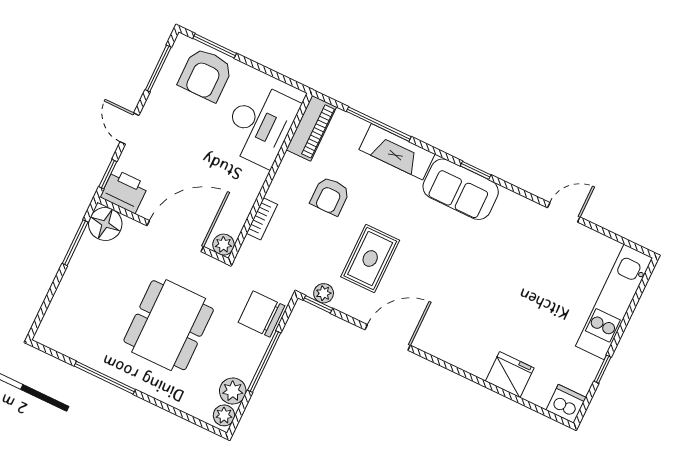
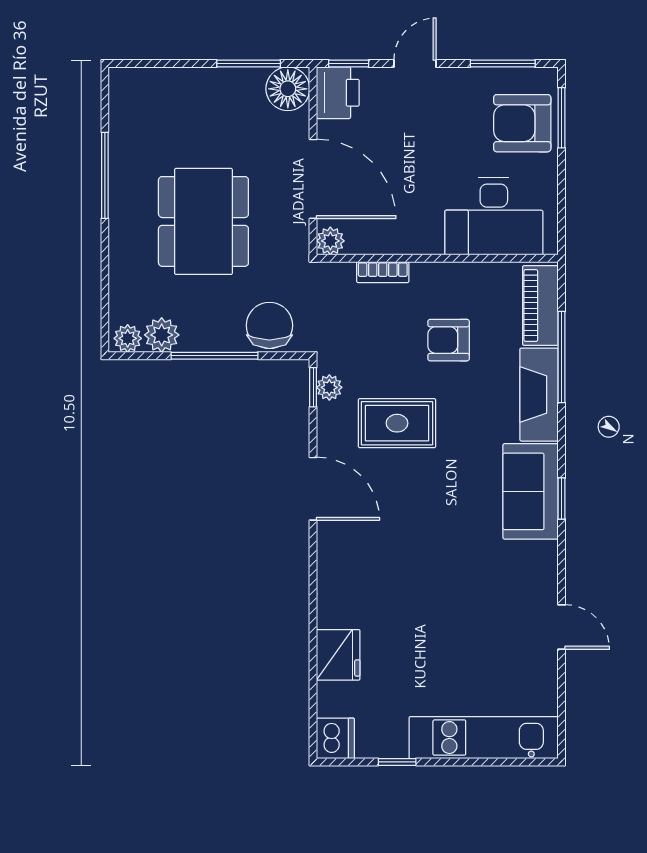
piano: (311, 128) -> (540, 306), moved, turned 90
dining table: (169, 325) -> (203, 221), turned 90

